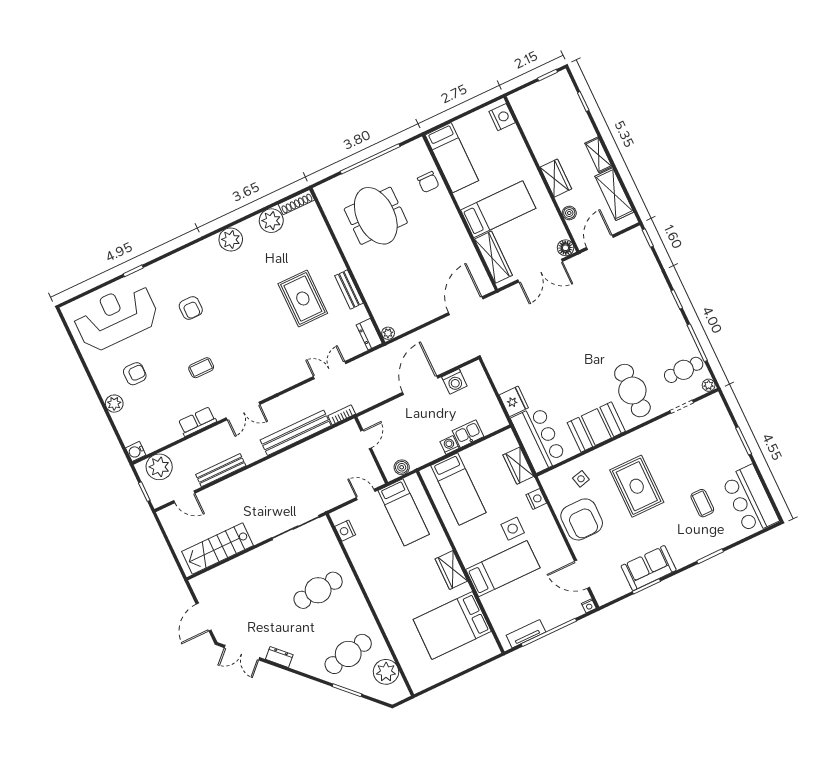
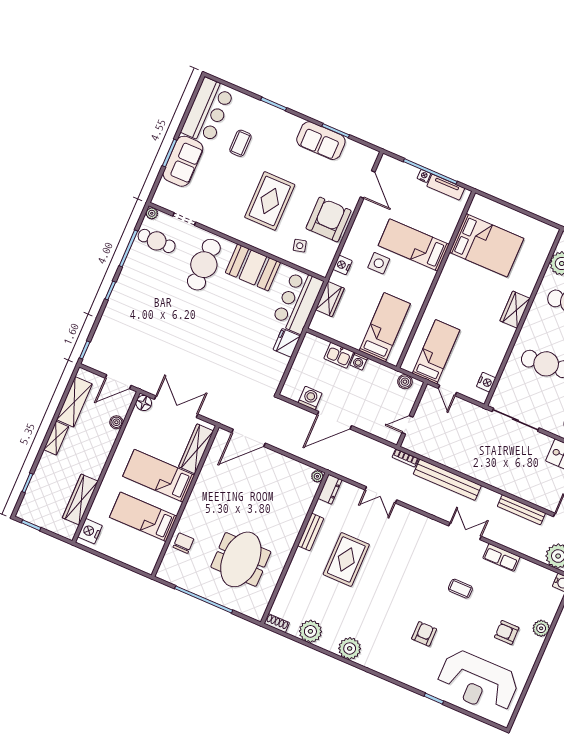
bed: (452, 158) -> (143, 517), moved, turned -90
wardrobe: (556, 178) -> (80, 499), moved, width x1.50
shoe rack: (296, 202) -> (277, 623), width x0.70
sofa: (728, 446) -> (183, 161), added
wardrobe: (451, 570) -> (515, 310), moved, turned 180
nightstand: (589, 606) -> (424, 176), moved

